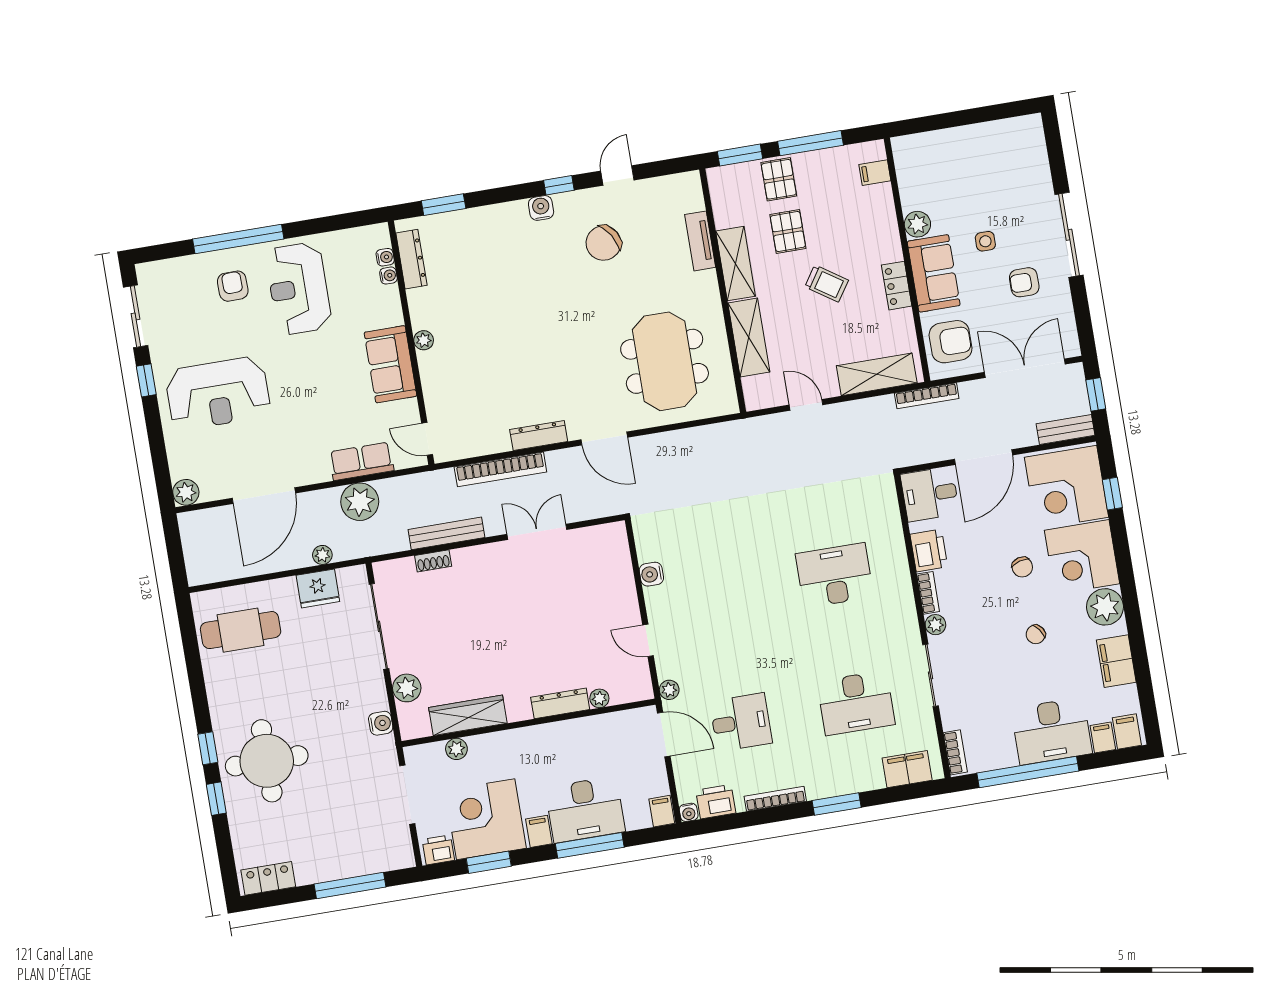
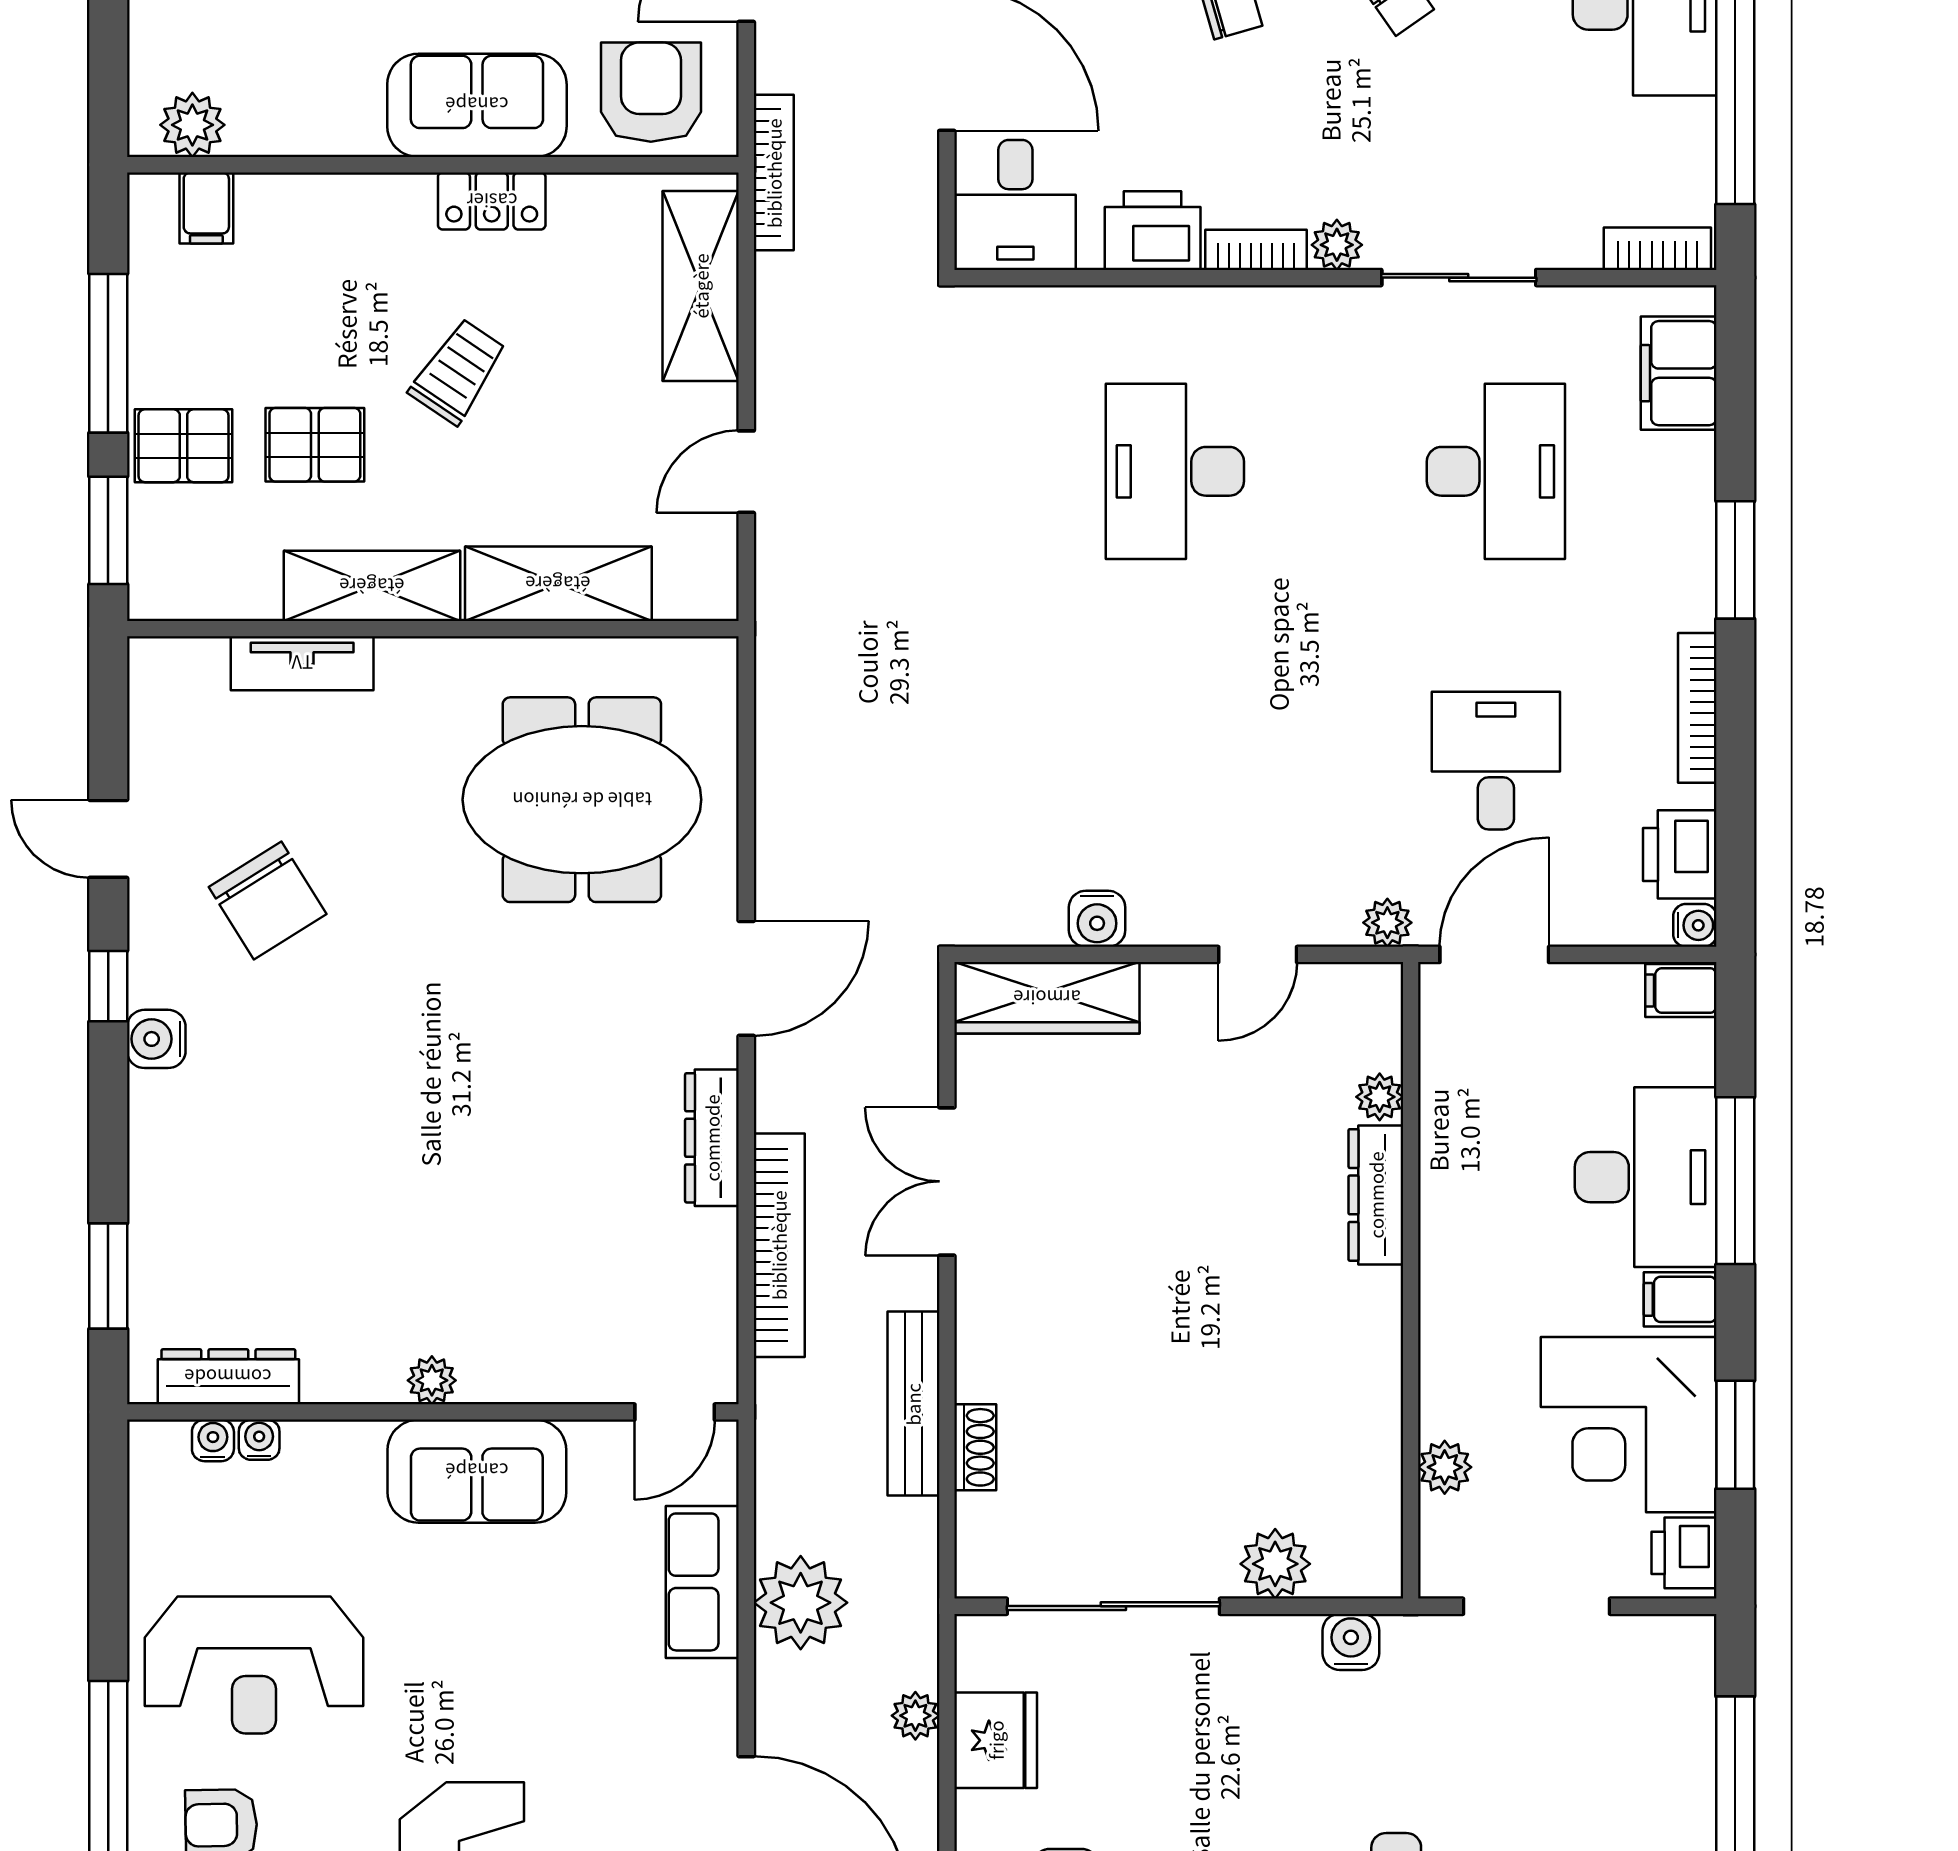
plant: (917, 224) -> (192, 125), moved
wardrobe: (468, 715) -> (1047, 998), moved, turned -90

